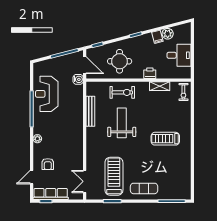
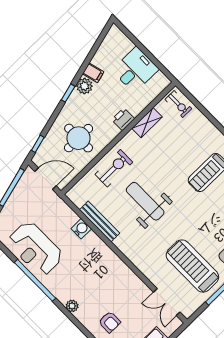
plant: (168, 34) -> (84, 86), moved
water cooler: (78, 79) -> (81, 229), moved

